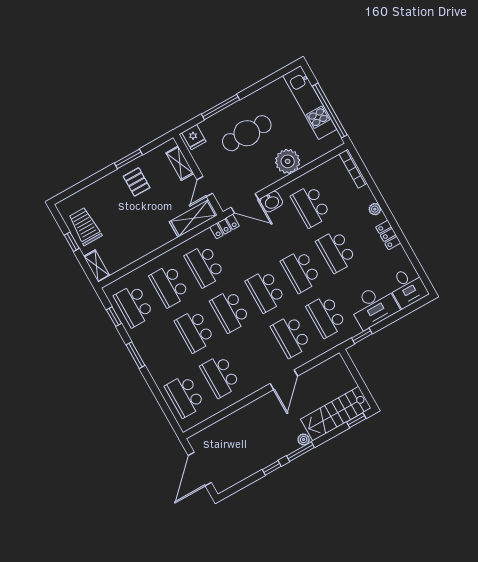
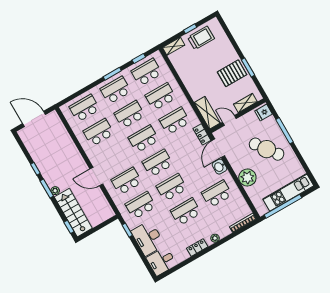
cafe table: (247, 133) -> (267, 149), turned -36
pallet: (137, 182) -> (232, 73), width x1.50, depth x1.42
school desk: (159, 351) -> (115, 90), added

